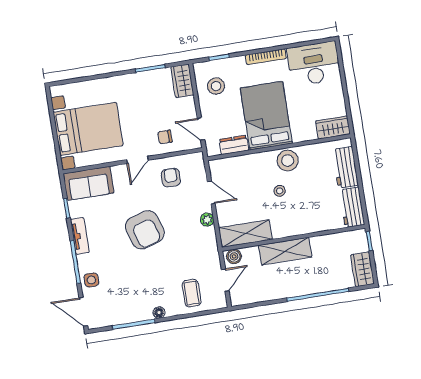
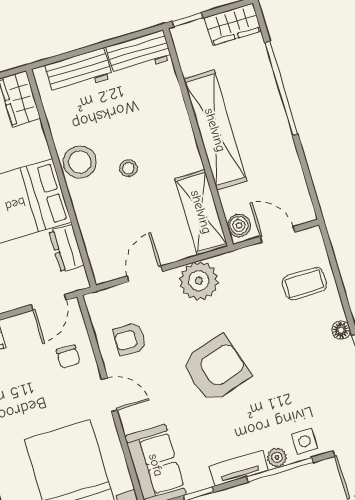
plant: (207, 220) -> (199, 281), width x1.88, depth x1.88
shelving: (285, 251) -> (215, 130), width x1.47
plant: (83, 261) -> (277, 457), added

